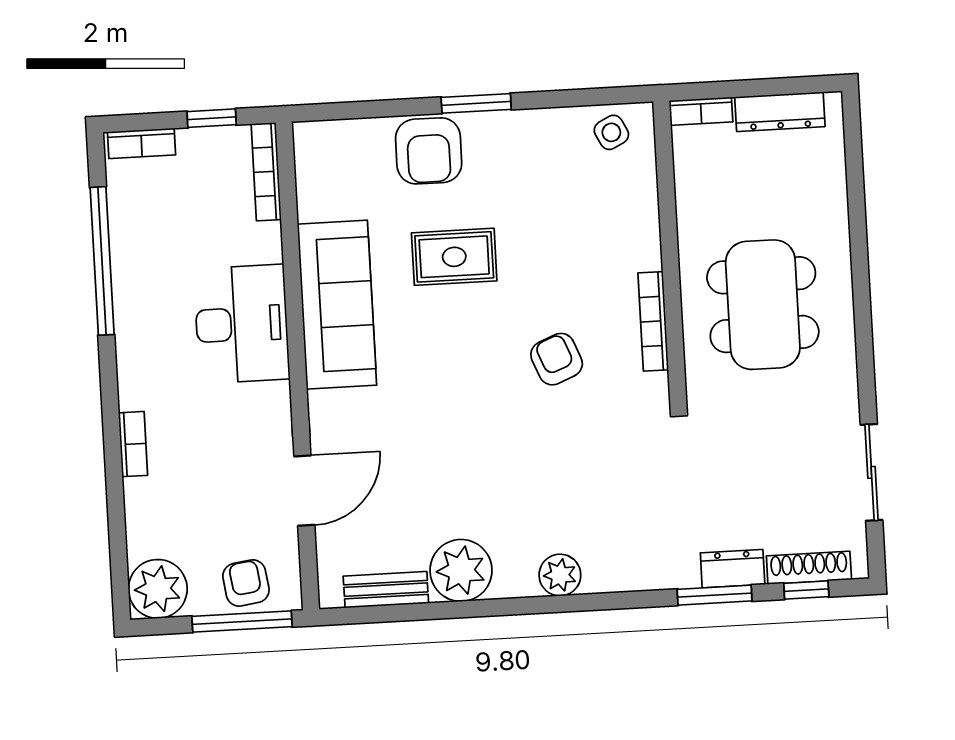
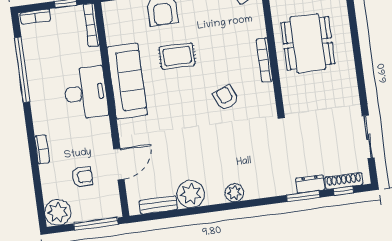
dining table: (763, 305) -> (308, 43), moved
bookcase: (653, 321) -> (265, 60), moved
armchair: (246, 583) -> (82, 177), moved, turned 98

